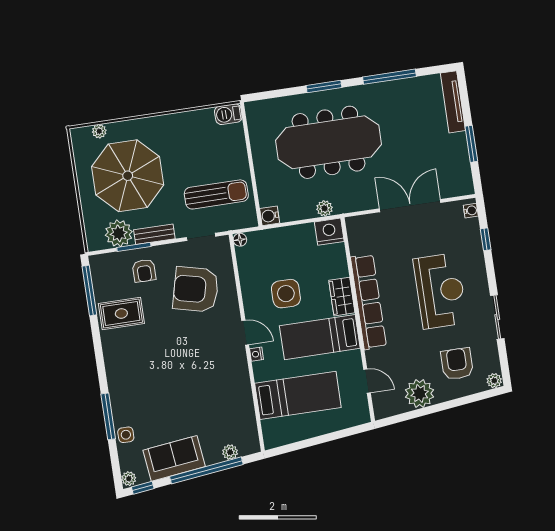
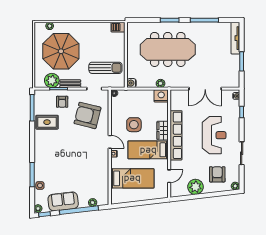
double door: (410, 206) -> (205, 89), swing flipped
door: (367, 381) -> (169, 176), hinge flipped

